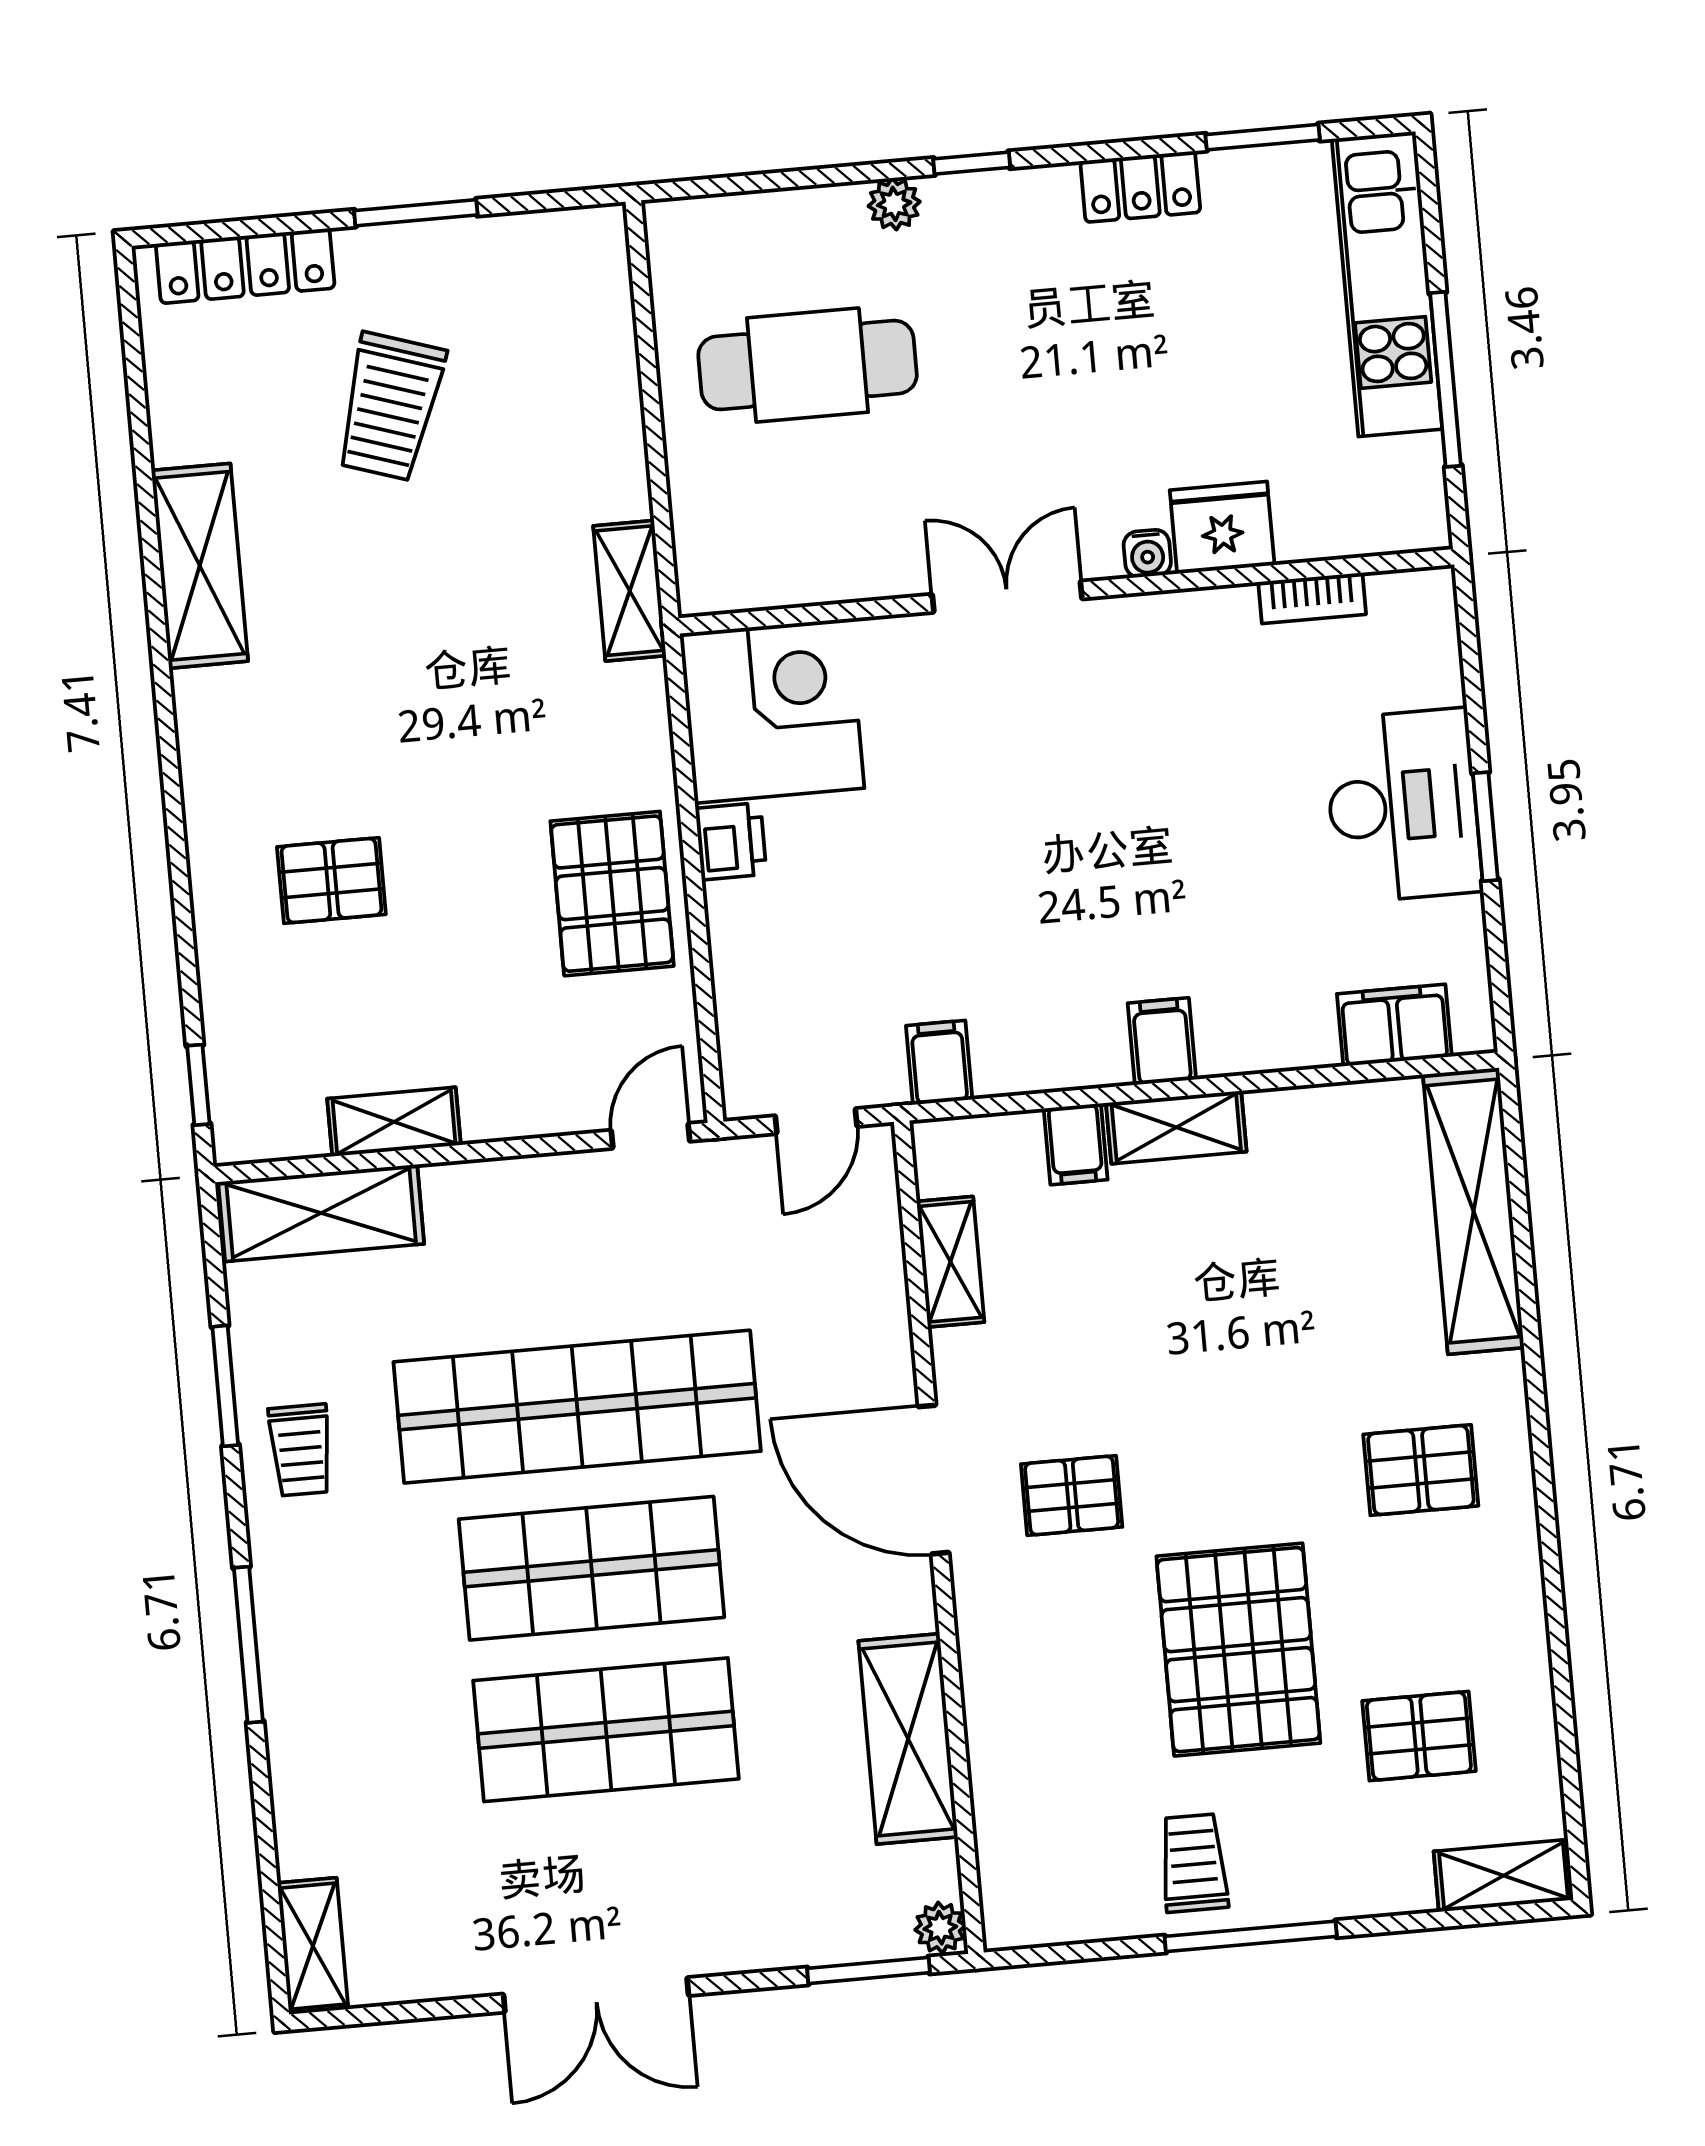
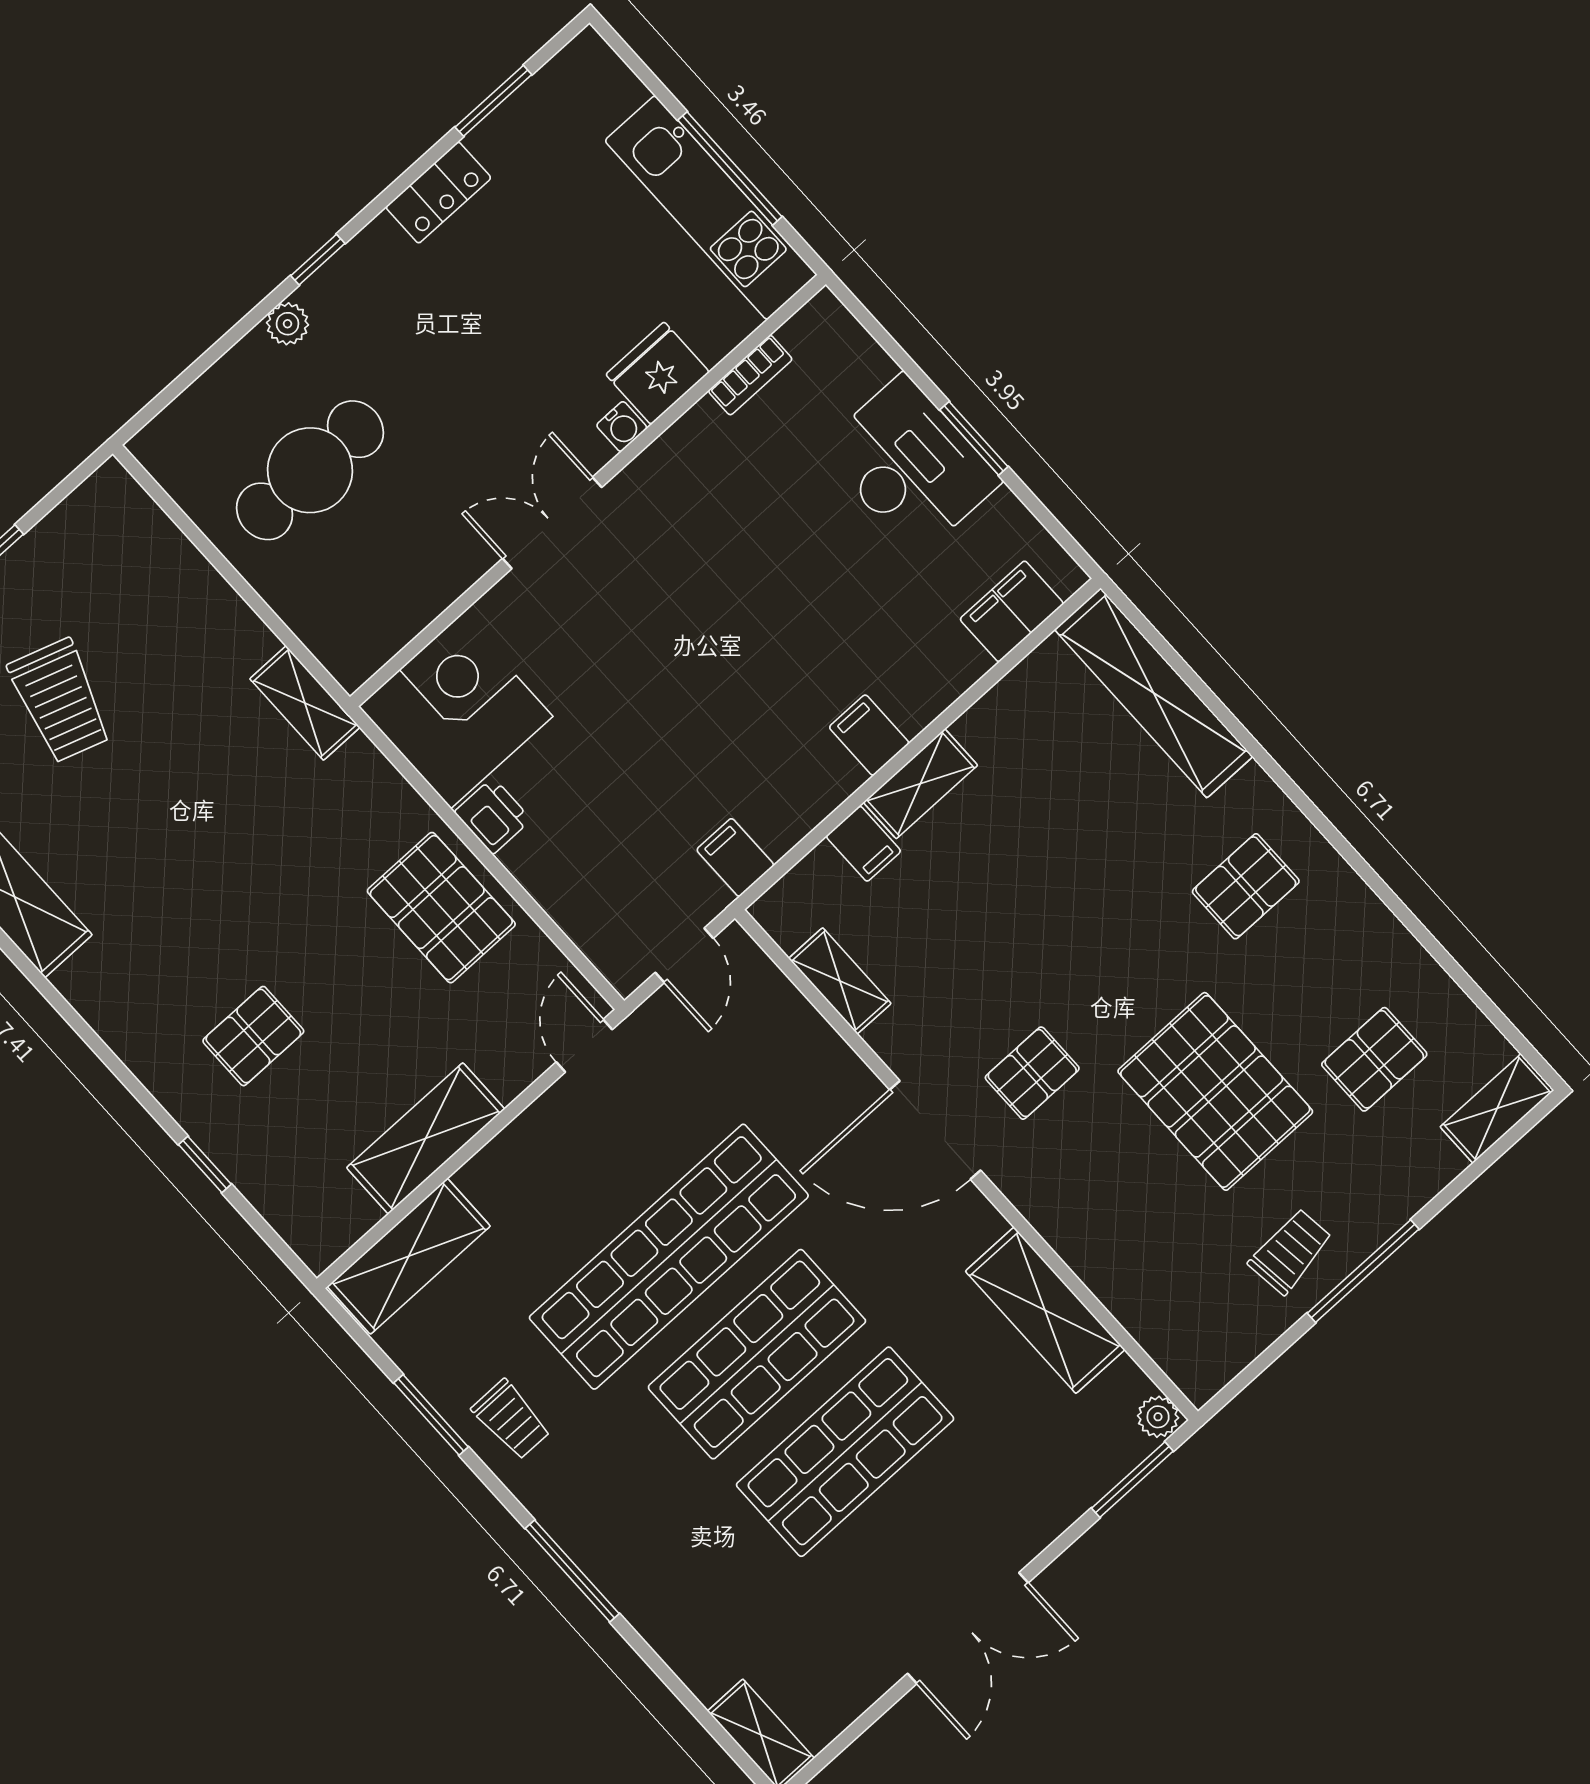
kitchen unit: (1387, 284) -> (711, 208), moved
window: (198, 1085) -> (205, 1164), moved
shelving: (394, 1122) -> (426, 1138), width x1.50, depth x1.33
trolley: (1194, 1863) -> (1290, 1251), turned 83

